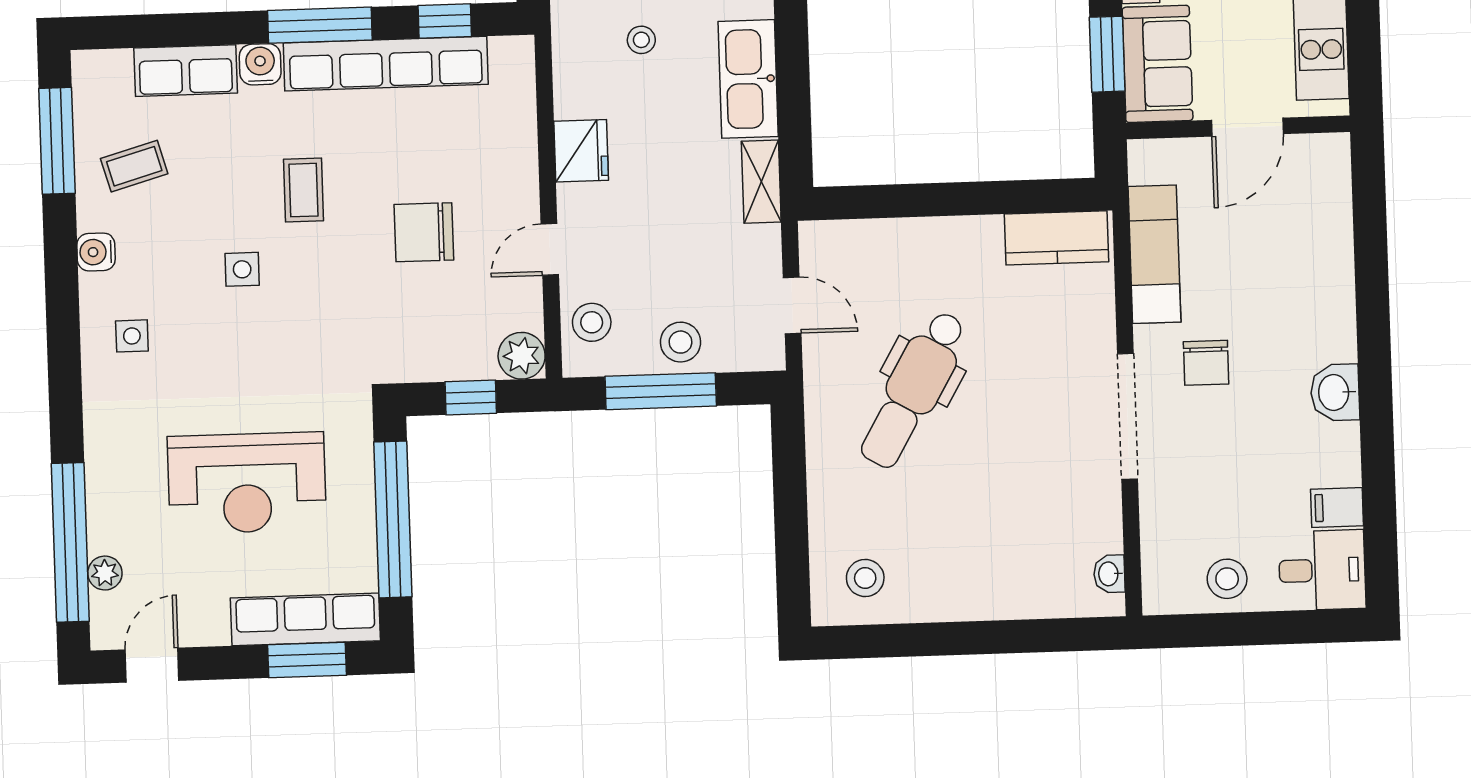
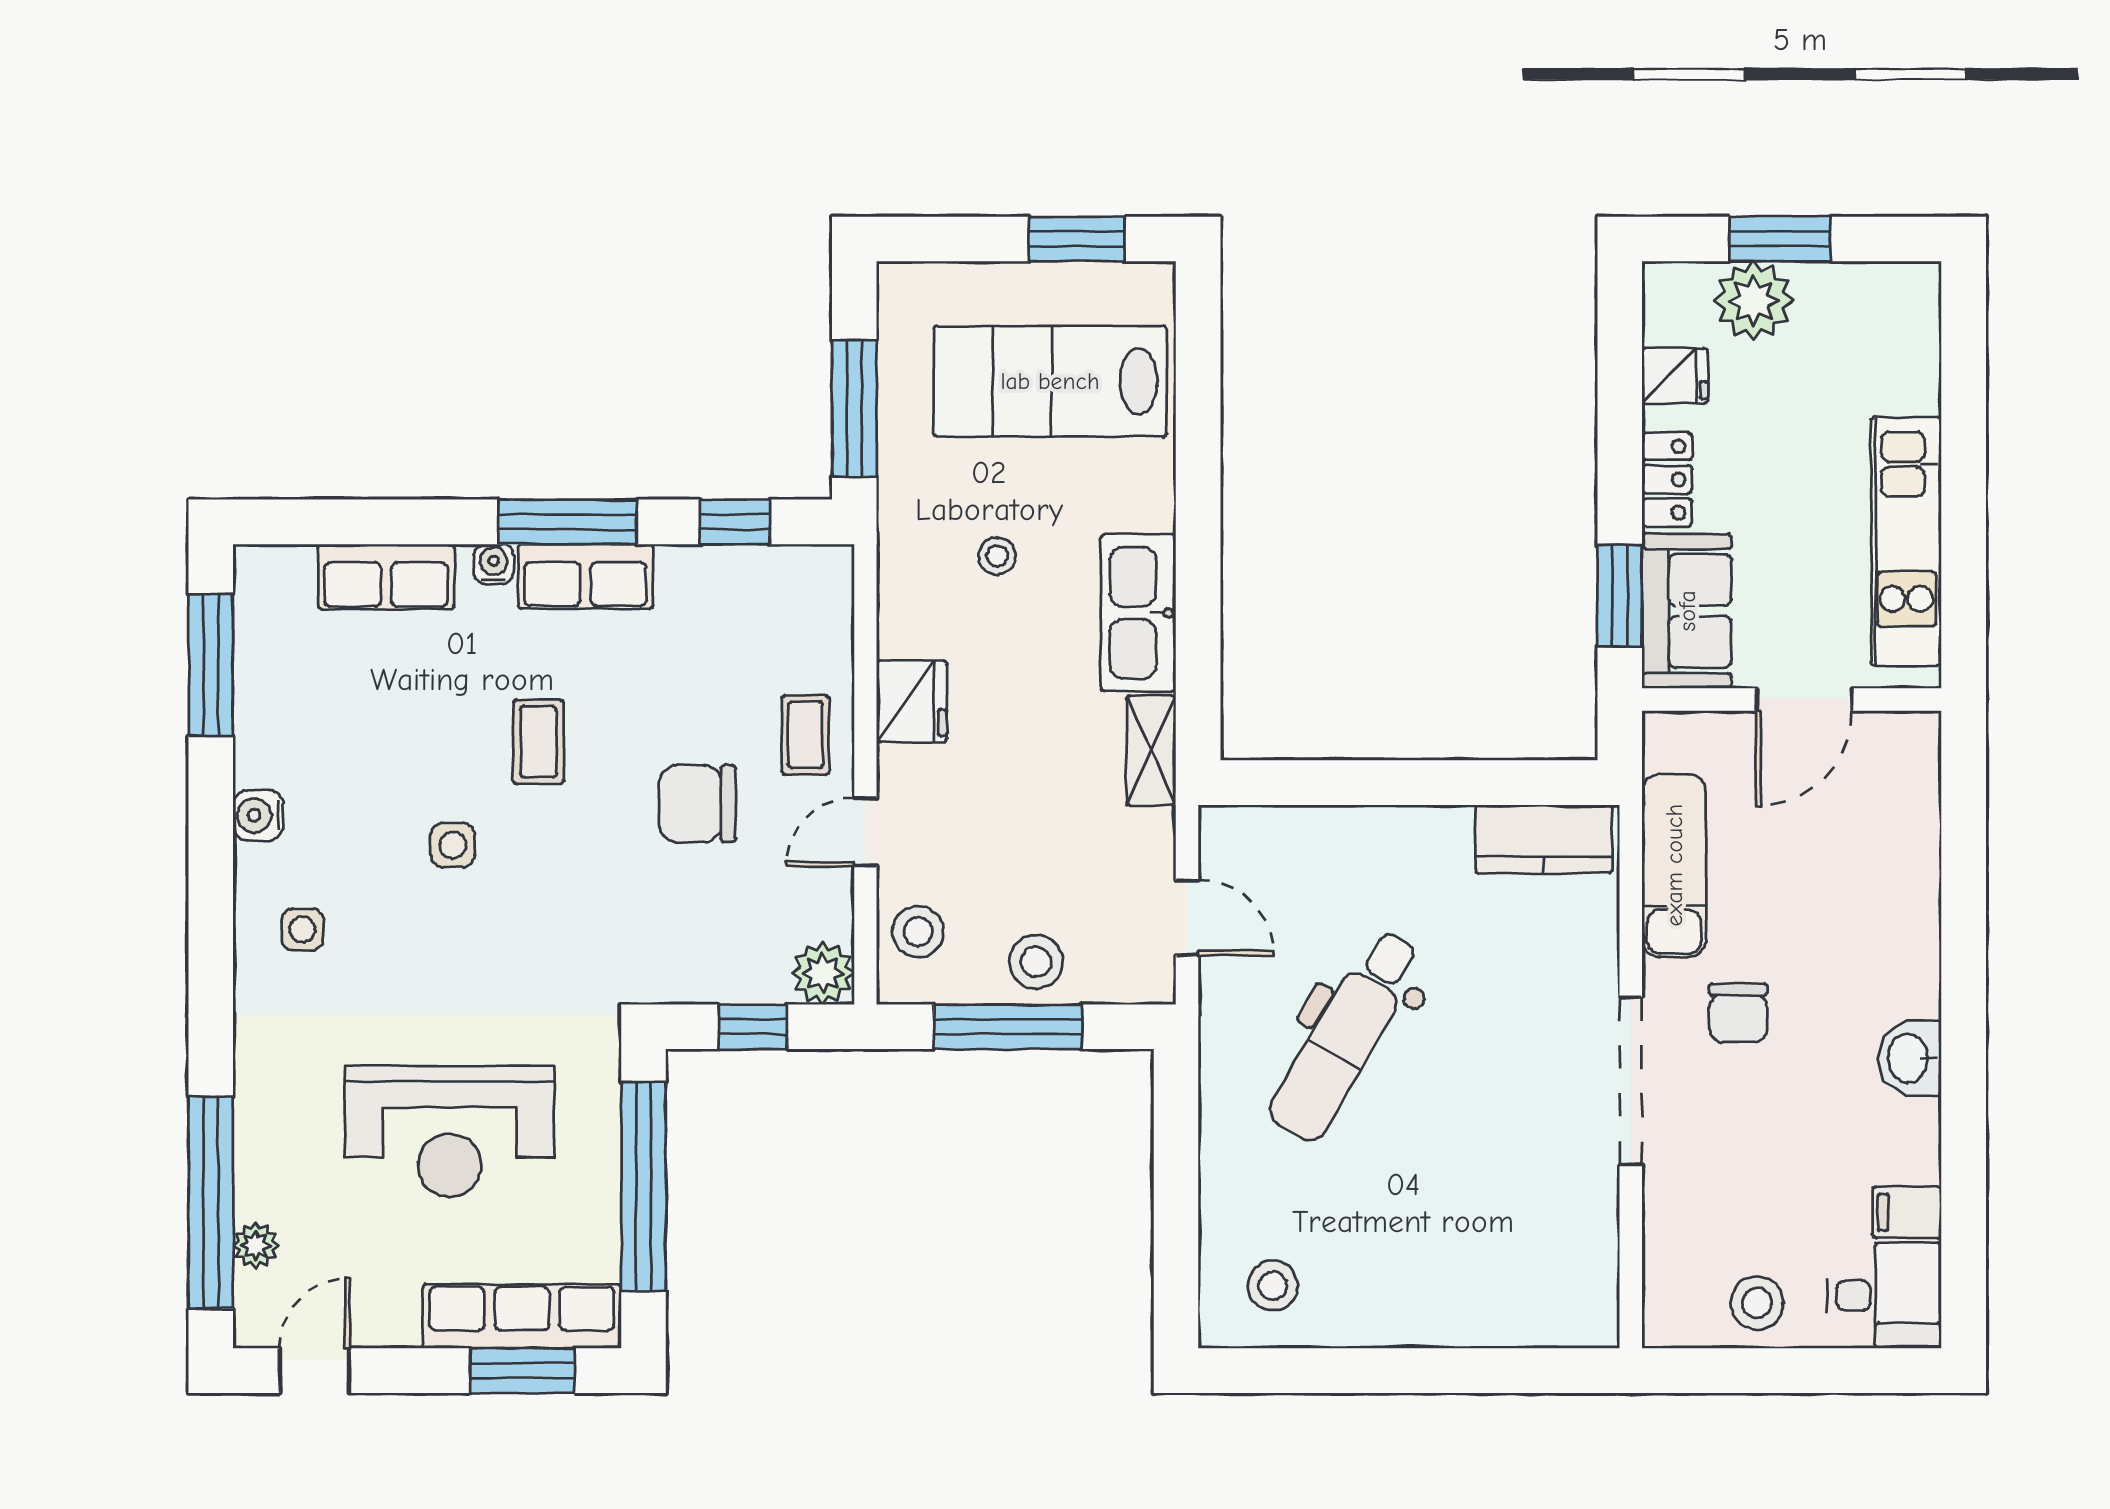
water cooler: (260, 64) -> (494, 564), width x0.72, depth x0.72
row of seats: (386, 64) -> (585, 576), width x0.50
coffee table: (134, 166) -> (805, 735), moved, turned -74
washbasin: (1109, 574) -> (1599, 1291), removed

